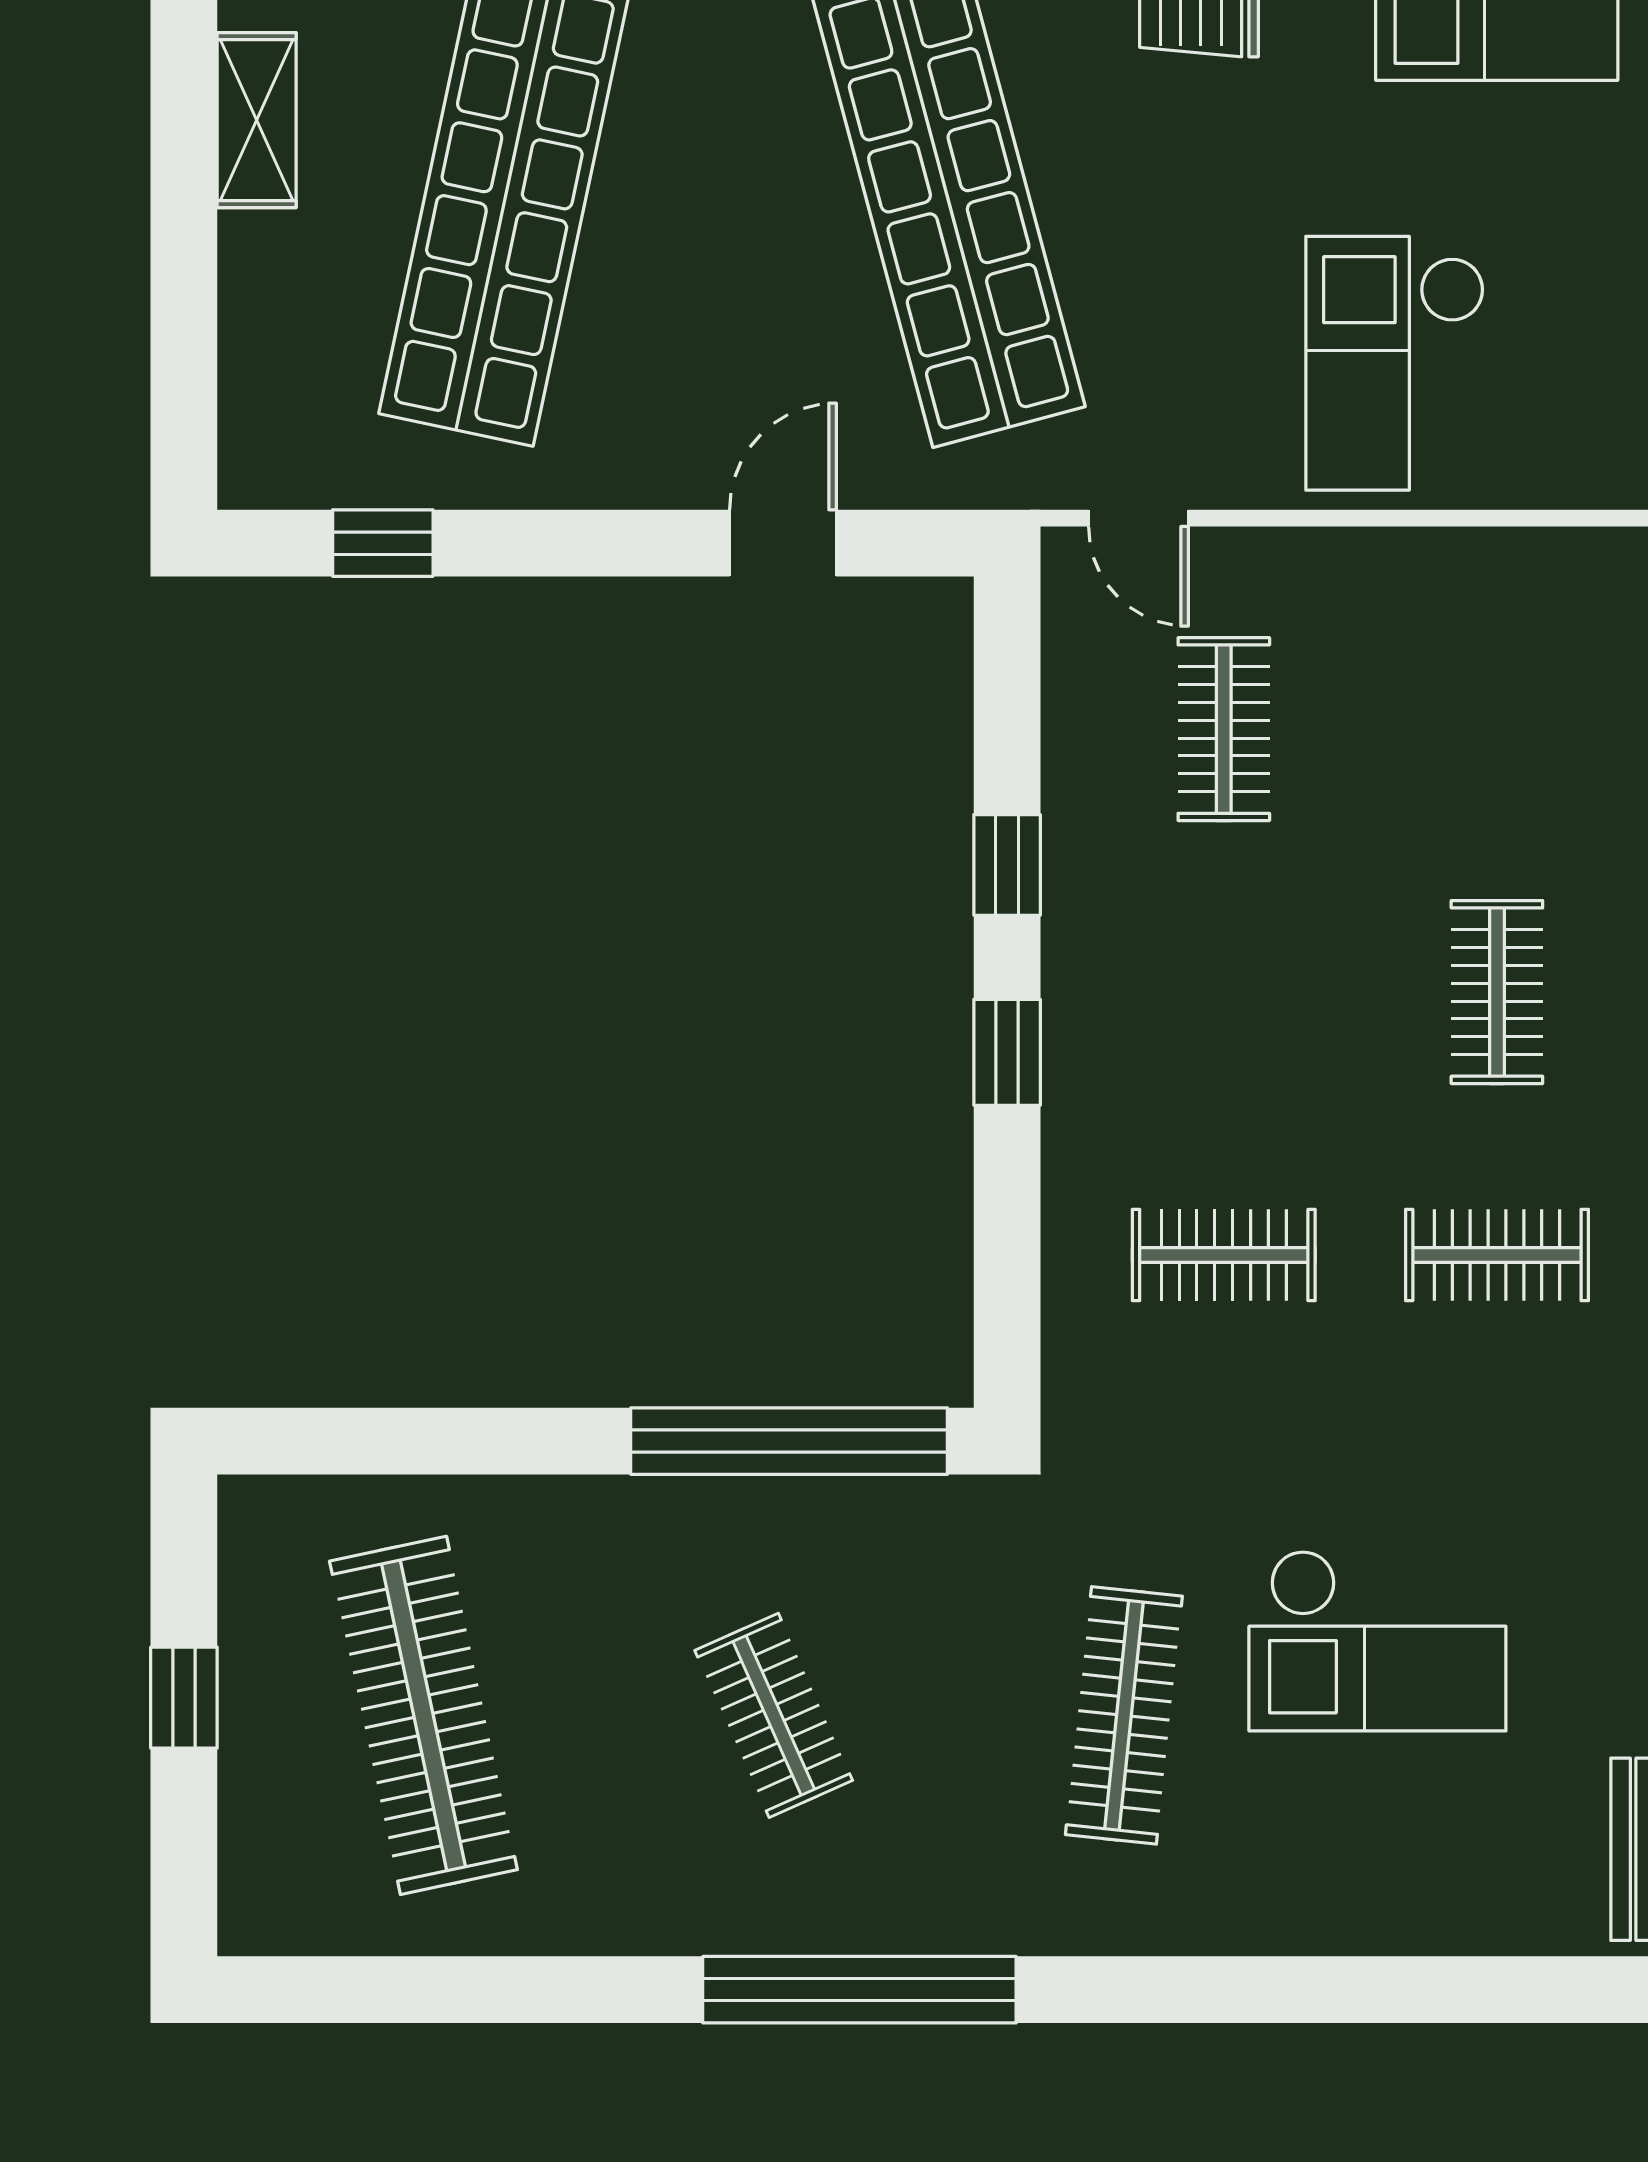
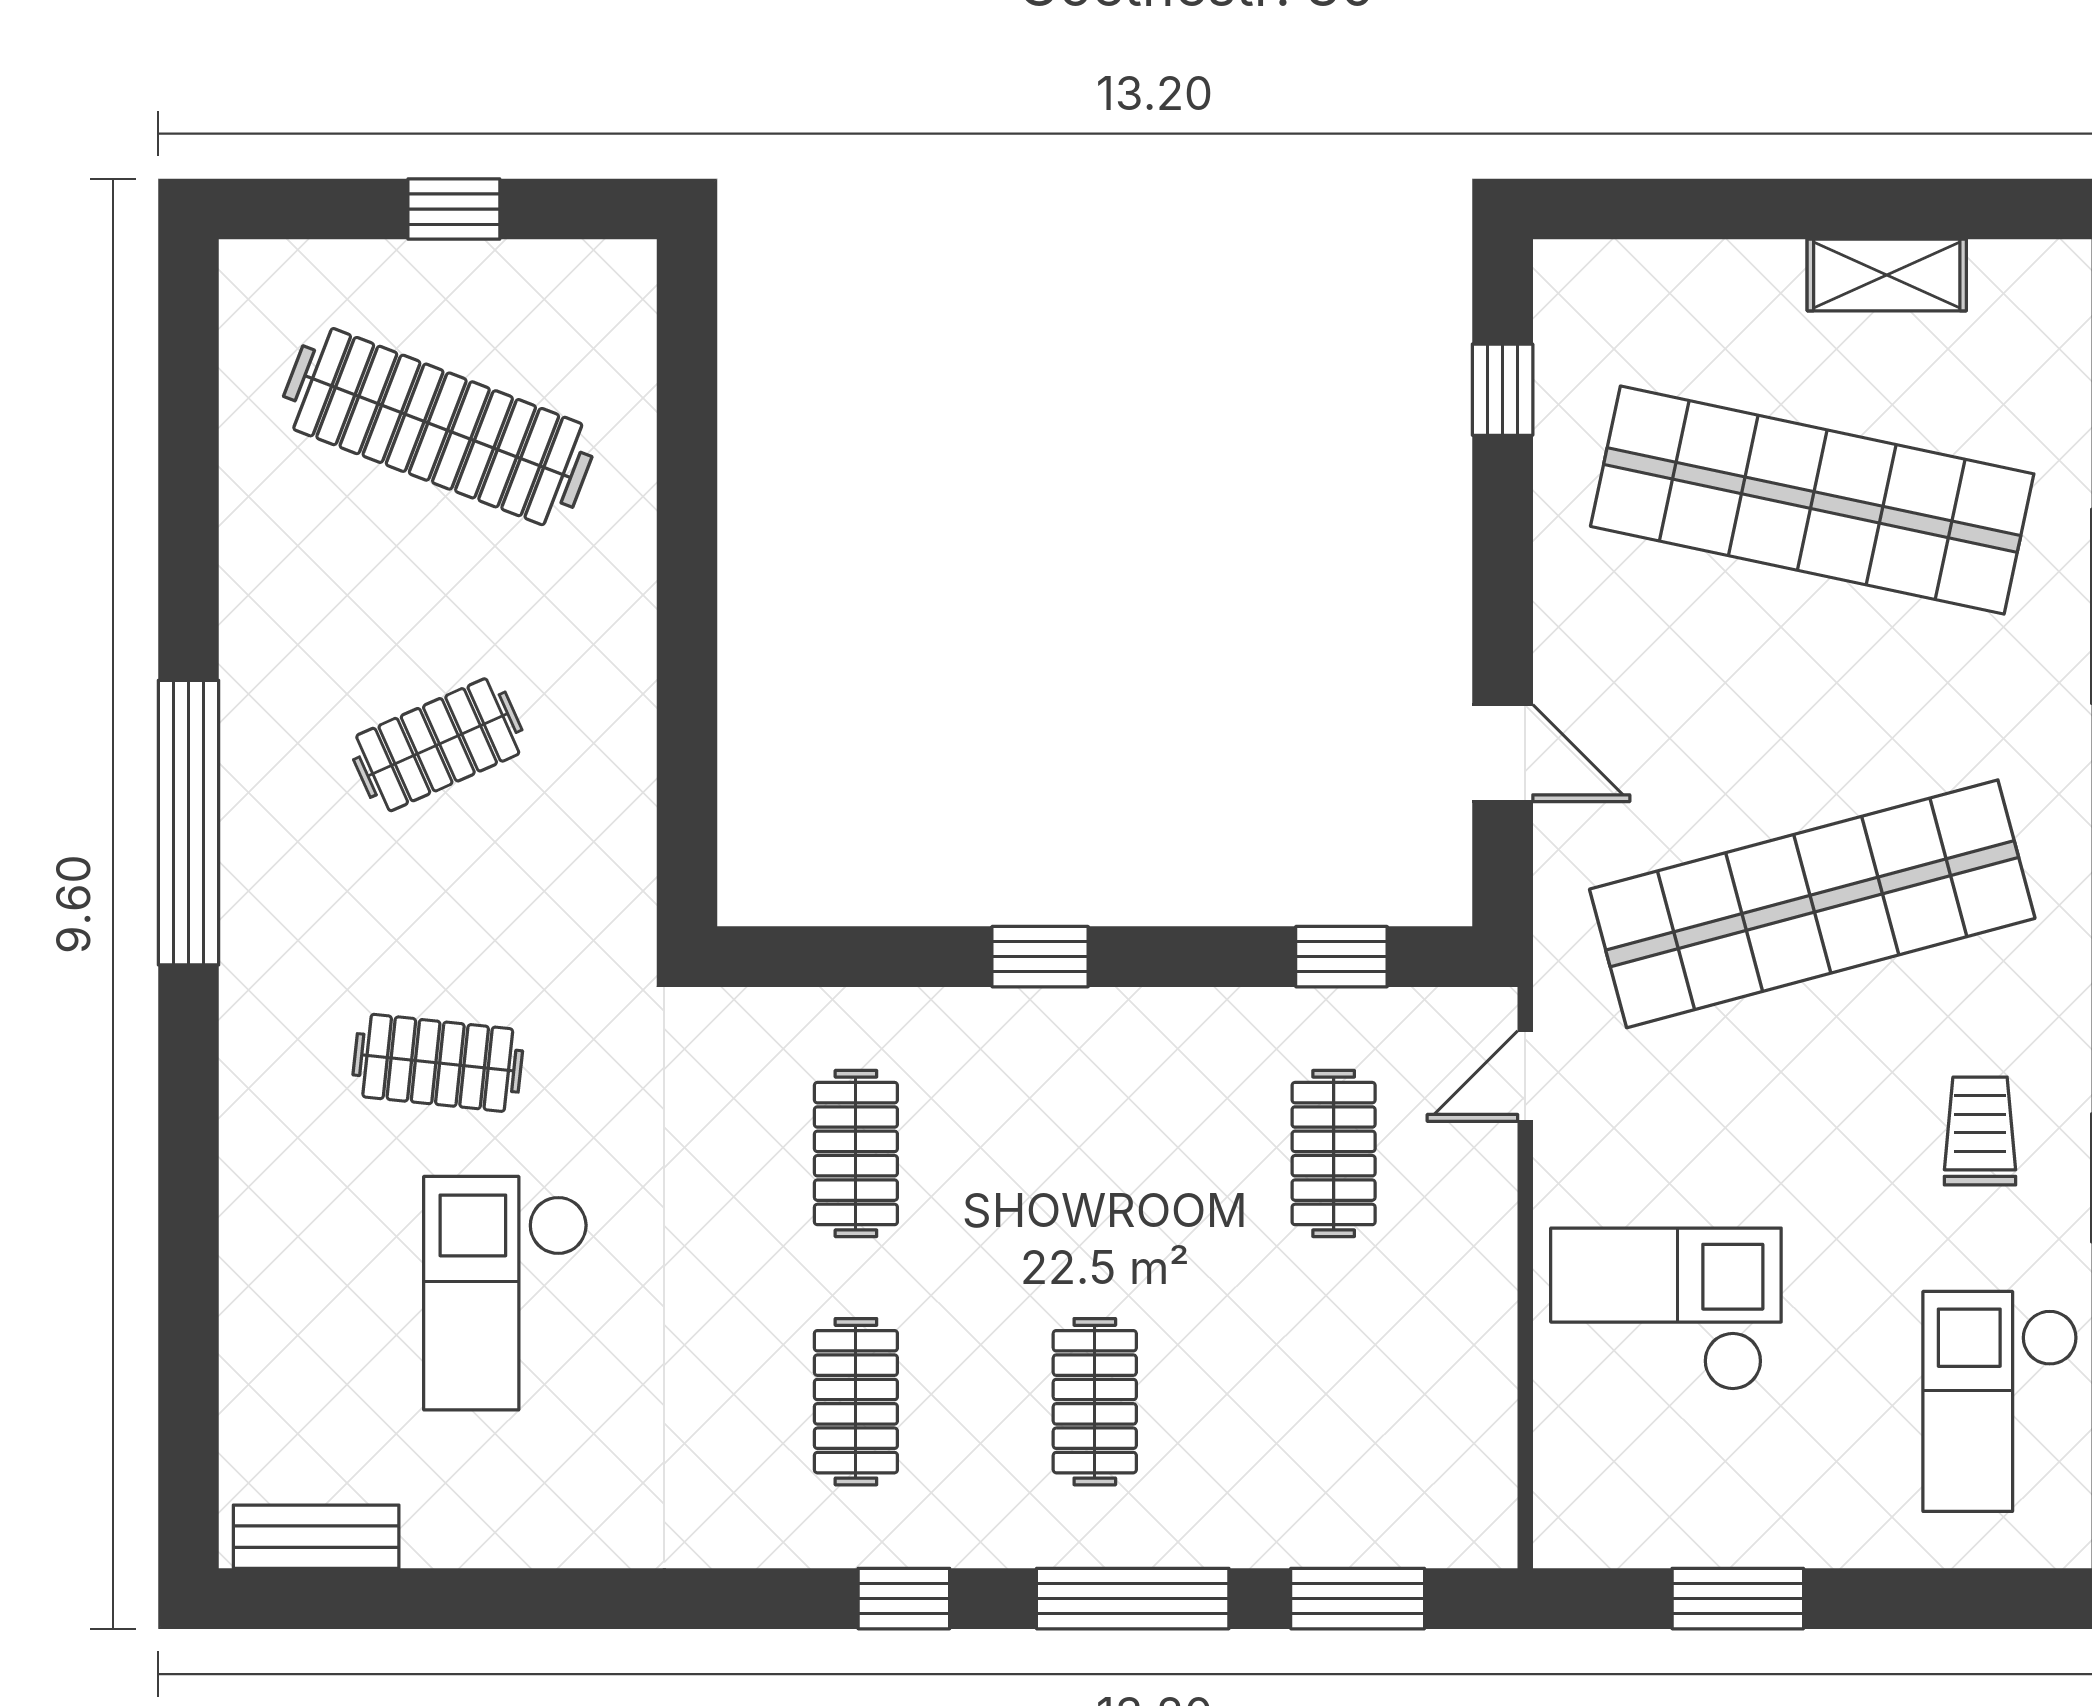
clothes rail: (1224, 729) -> (1334, 1154), turned 90
window: (1007, 865) -> (1341, 957), moved
clothes rail: (1497, 992) -> (1095, 1402), turned 90
window: (789, 1441) -> (687, 759), removed
clothes rail: (423, 1715) -> (438, 427), turned 33
clothes rail: (1124, 1715) -> (438, 1063), width x0.73

